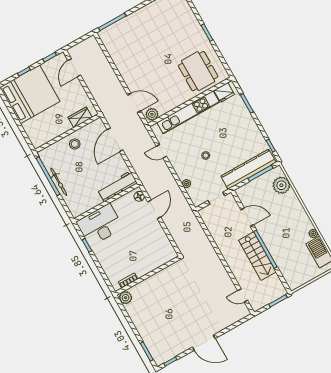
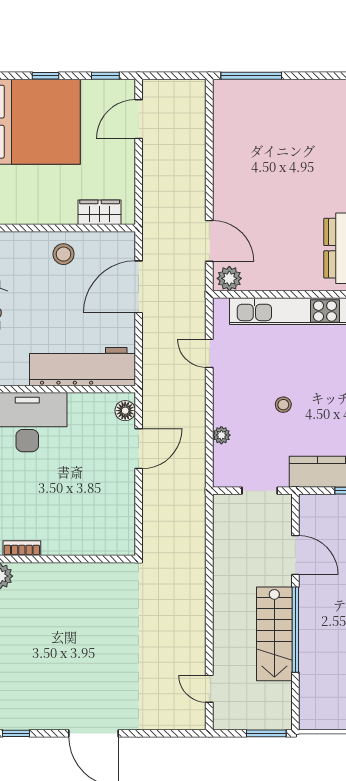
workbench: (117, 186) -> (82, 367), width x1.36, depth x1.32

